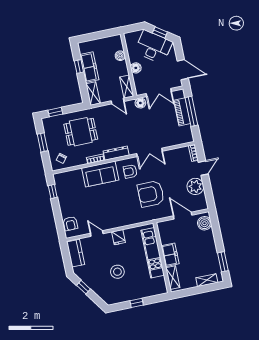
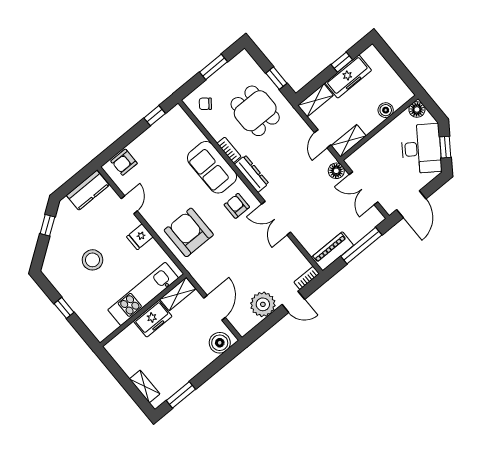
floor lamp: (136, 68) -> (417, 109), moved
window: (55, 112) -> (276, 78), moved
piano: (182, 112) -> (332, 251), moved
armchair: (151, 194) -> (189, 232), moved
shelving: (173, 278) -> (178, 294), moved

